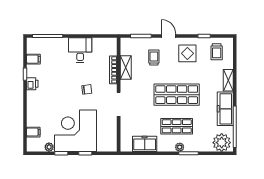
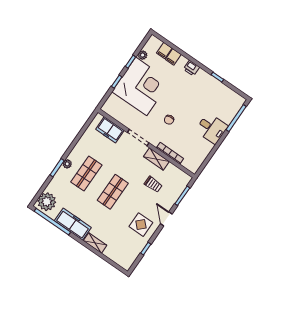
door: (169, 36) -> (166, 219), swing flipped
desk: (80, 50) -> (212, 128), moved
trolley: (217, 52) -> (125, 250), removed
trolley: (154, 58) -> (153, 184), moved
filing cabinet: (33, 59) -> (173, 57), moved
shelving: (126, 67) -> (156, 159), moved
printer: (32, 84) -> (191, 68), moved
shop shelf: (177, 95) -> (113, 192), width x0.70, depth x0.74
freezer: (145, 144) -> (110, 130), moved, turned 90

